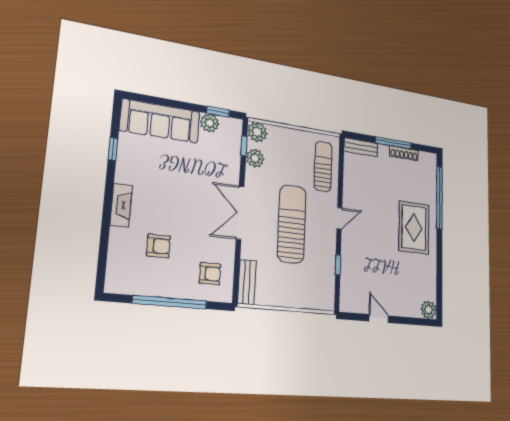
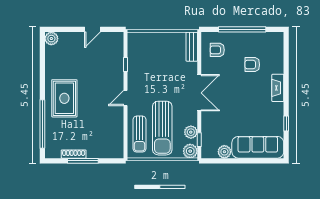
window: (218, 112) -> (219, 161), removed
bench: (361, 147) -> (110, 153), removed
sun lounger: (292, 224) -> (162, 128), moved
door: (379, 318) -> (92, 29), hinge flipped

